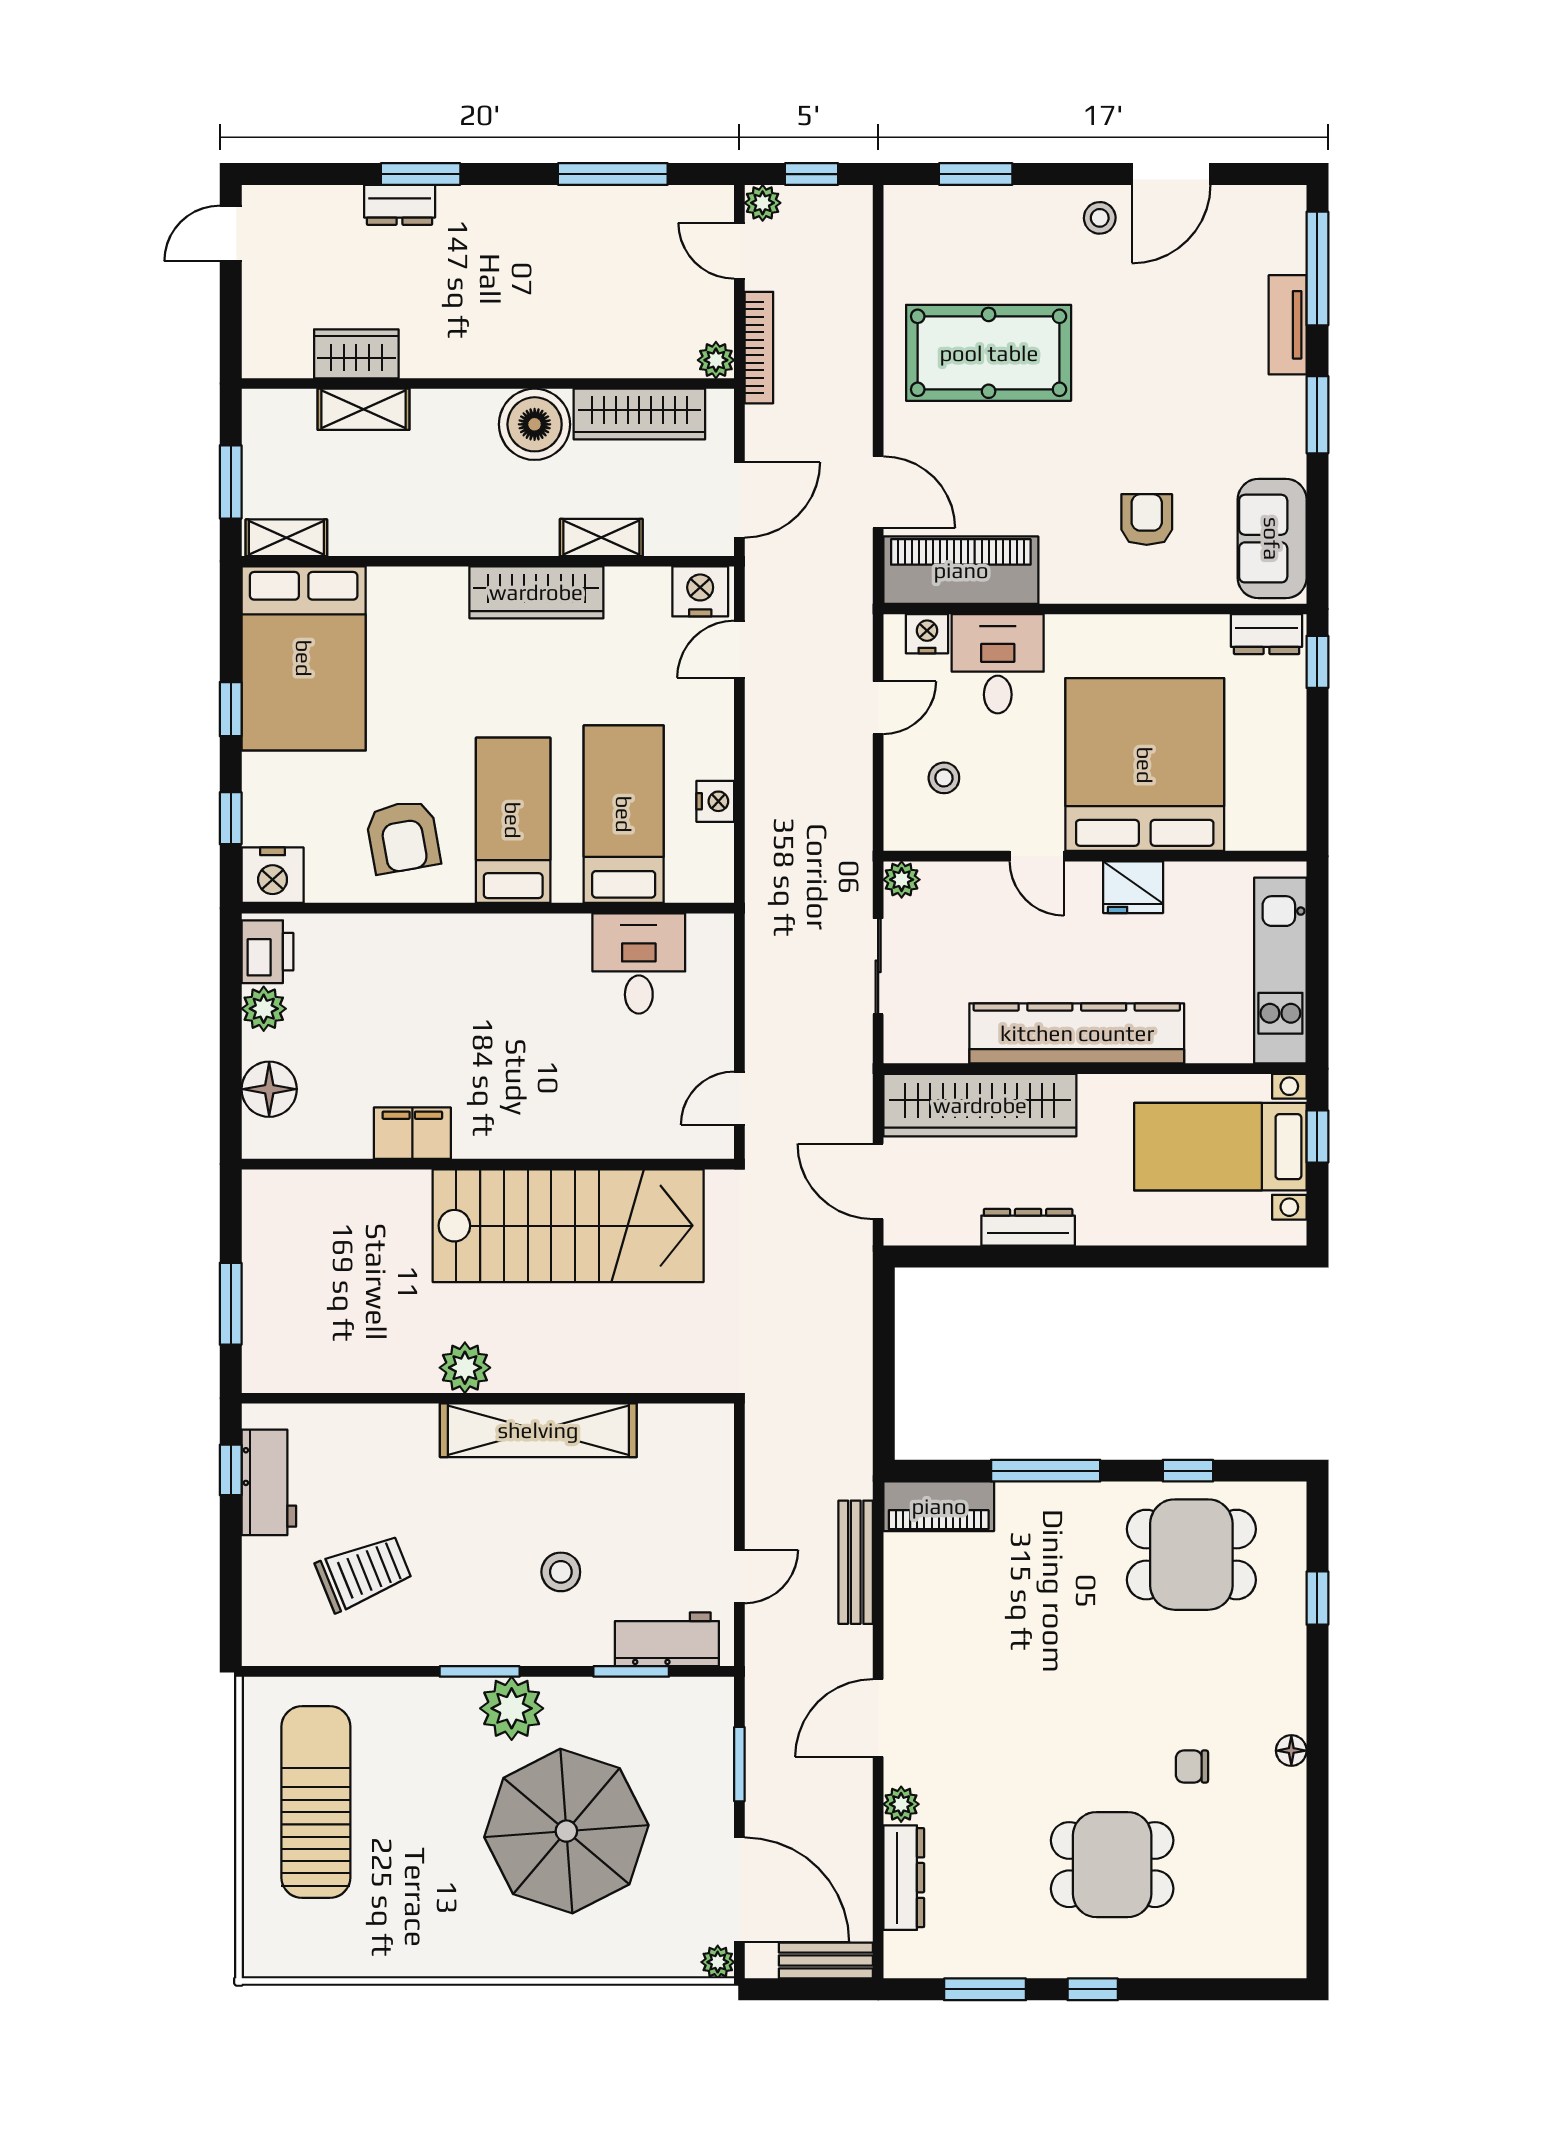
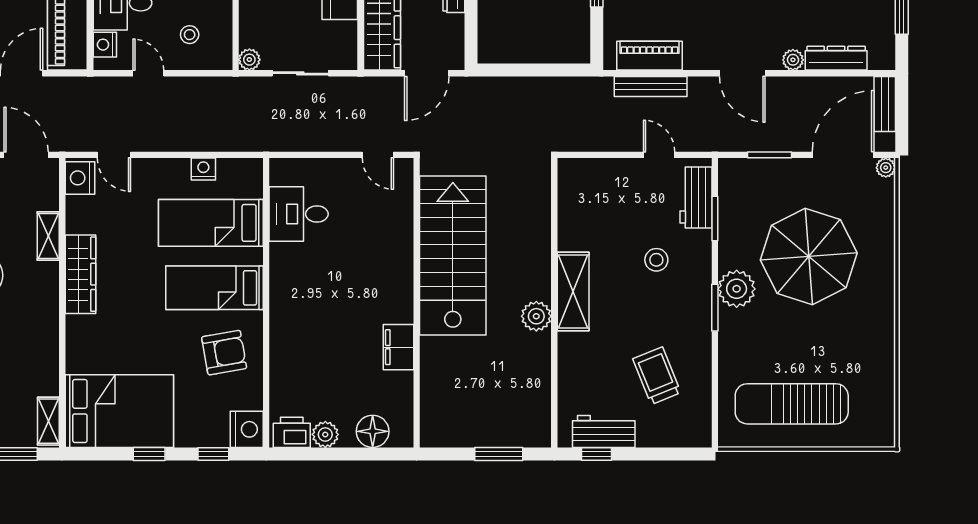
shelving: (538, 1430) -> (573, 291), width x0.68
piano: (939, 1506) -> (650, 56), moved, turned -90

